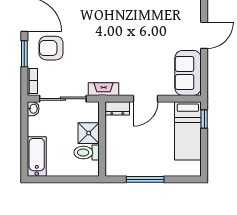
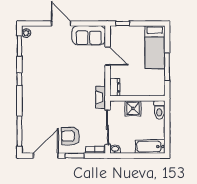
armchair: (51, 48) -> (70, 136), turned 90
door: (146, 99) -> (108, 56), moved
bed: (188, 131) -> (155, 47), moved, turned 90
toilet: (87, 153) -> (159, 110), moved

